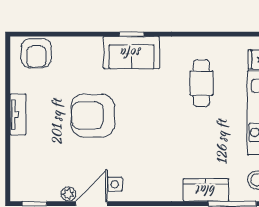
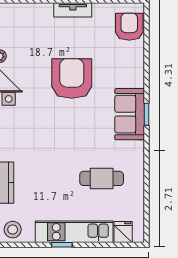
armchair: (36, 53) -> (129, 27), turned 90

